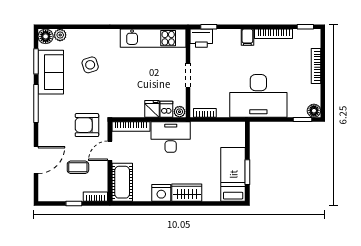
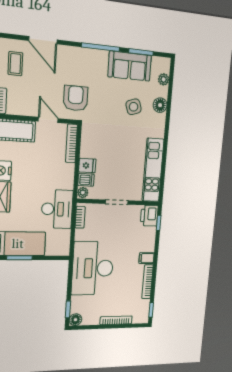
floor lamp: (46, 36) -> (160, 105), moved
desk: (171, 137) -> (57, 209), moved
coffee table: (78, 167) -> (15, 64), moved

